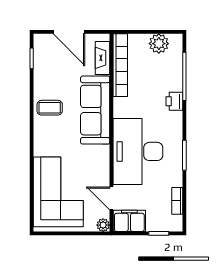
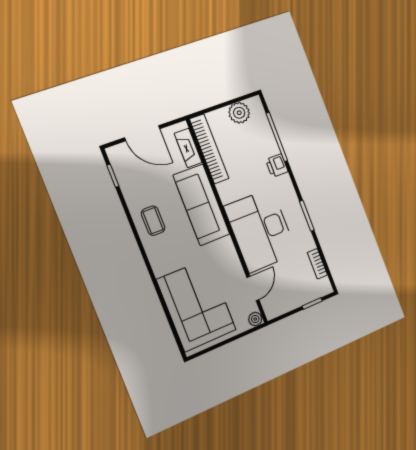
coffee table: (50, 108) -> (153, 221), turned 90
door: (111, 198) -> (253, 289), swing flipped
filing cabinet: (129, 221) -> (279, 304), removed

